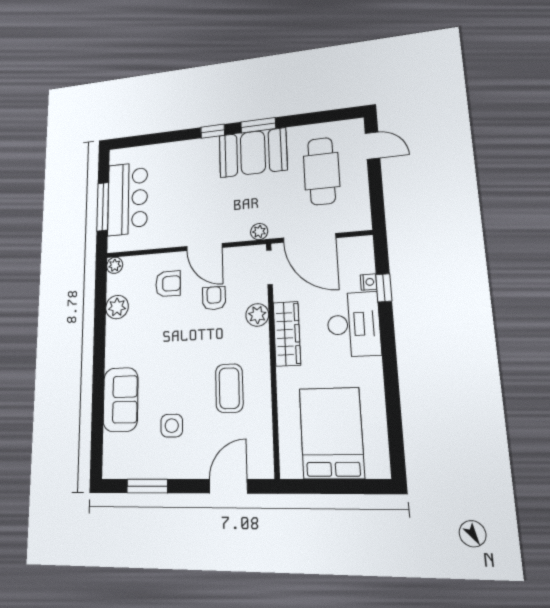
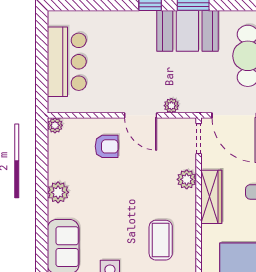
window: (103, 207) -> (42, 67), removed
plant: (259, 232) -> (171, 106), moved
armchair: (214, 298) -> (149, 162), removed
plant: (117, 307) -> (58, 192), moved

